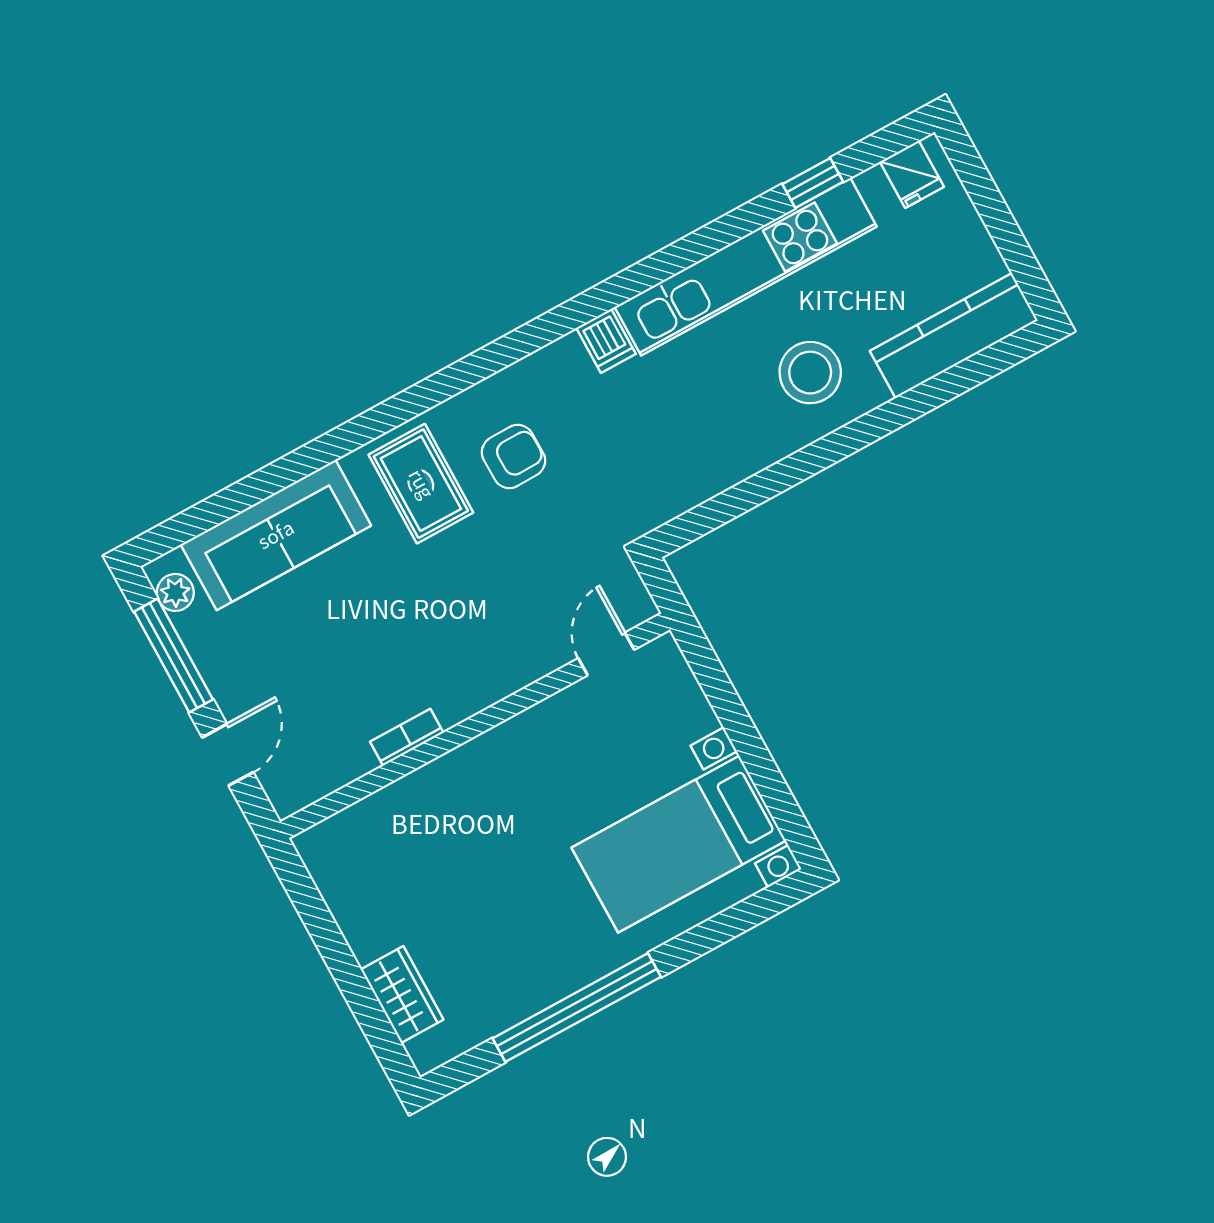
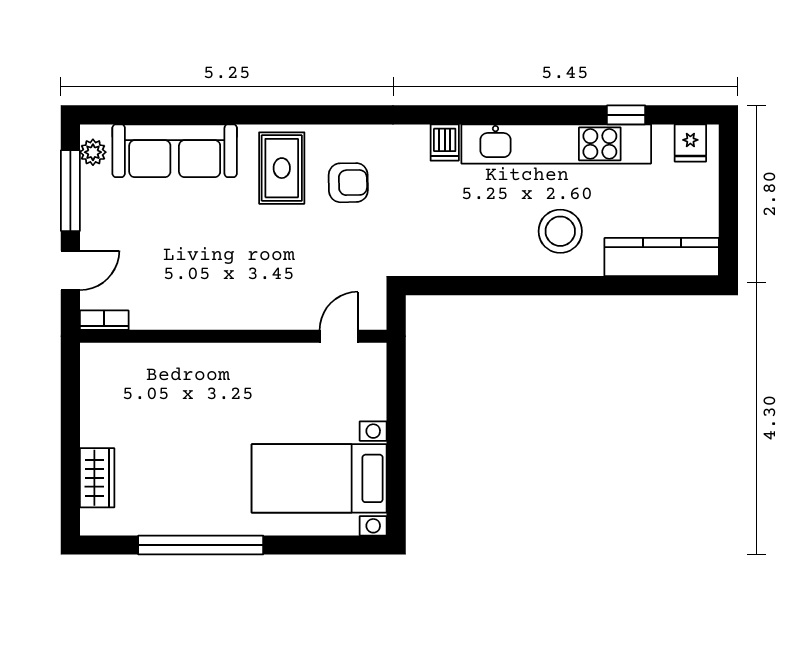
bookcase: (407, 737) -> (104, 320), moved

